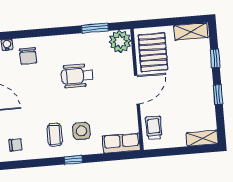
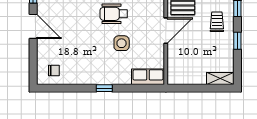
trolley: (154, 128) -> (217, 22), moved
side table: (81, 131) -> (122, 43), moved
coffee table: (55, 135) -> (89, 64), removed

